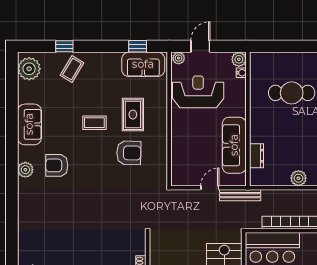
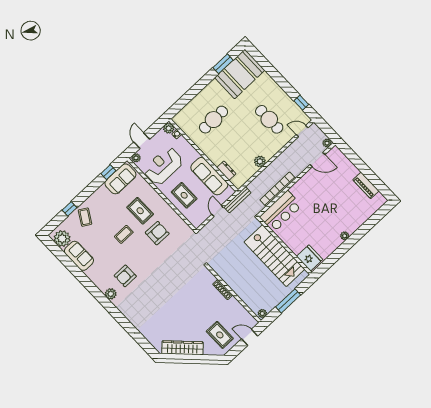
sofa: (29, 124) -> (79, 256), moved
rug: (191, 141) -> (184, 195), added

